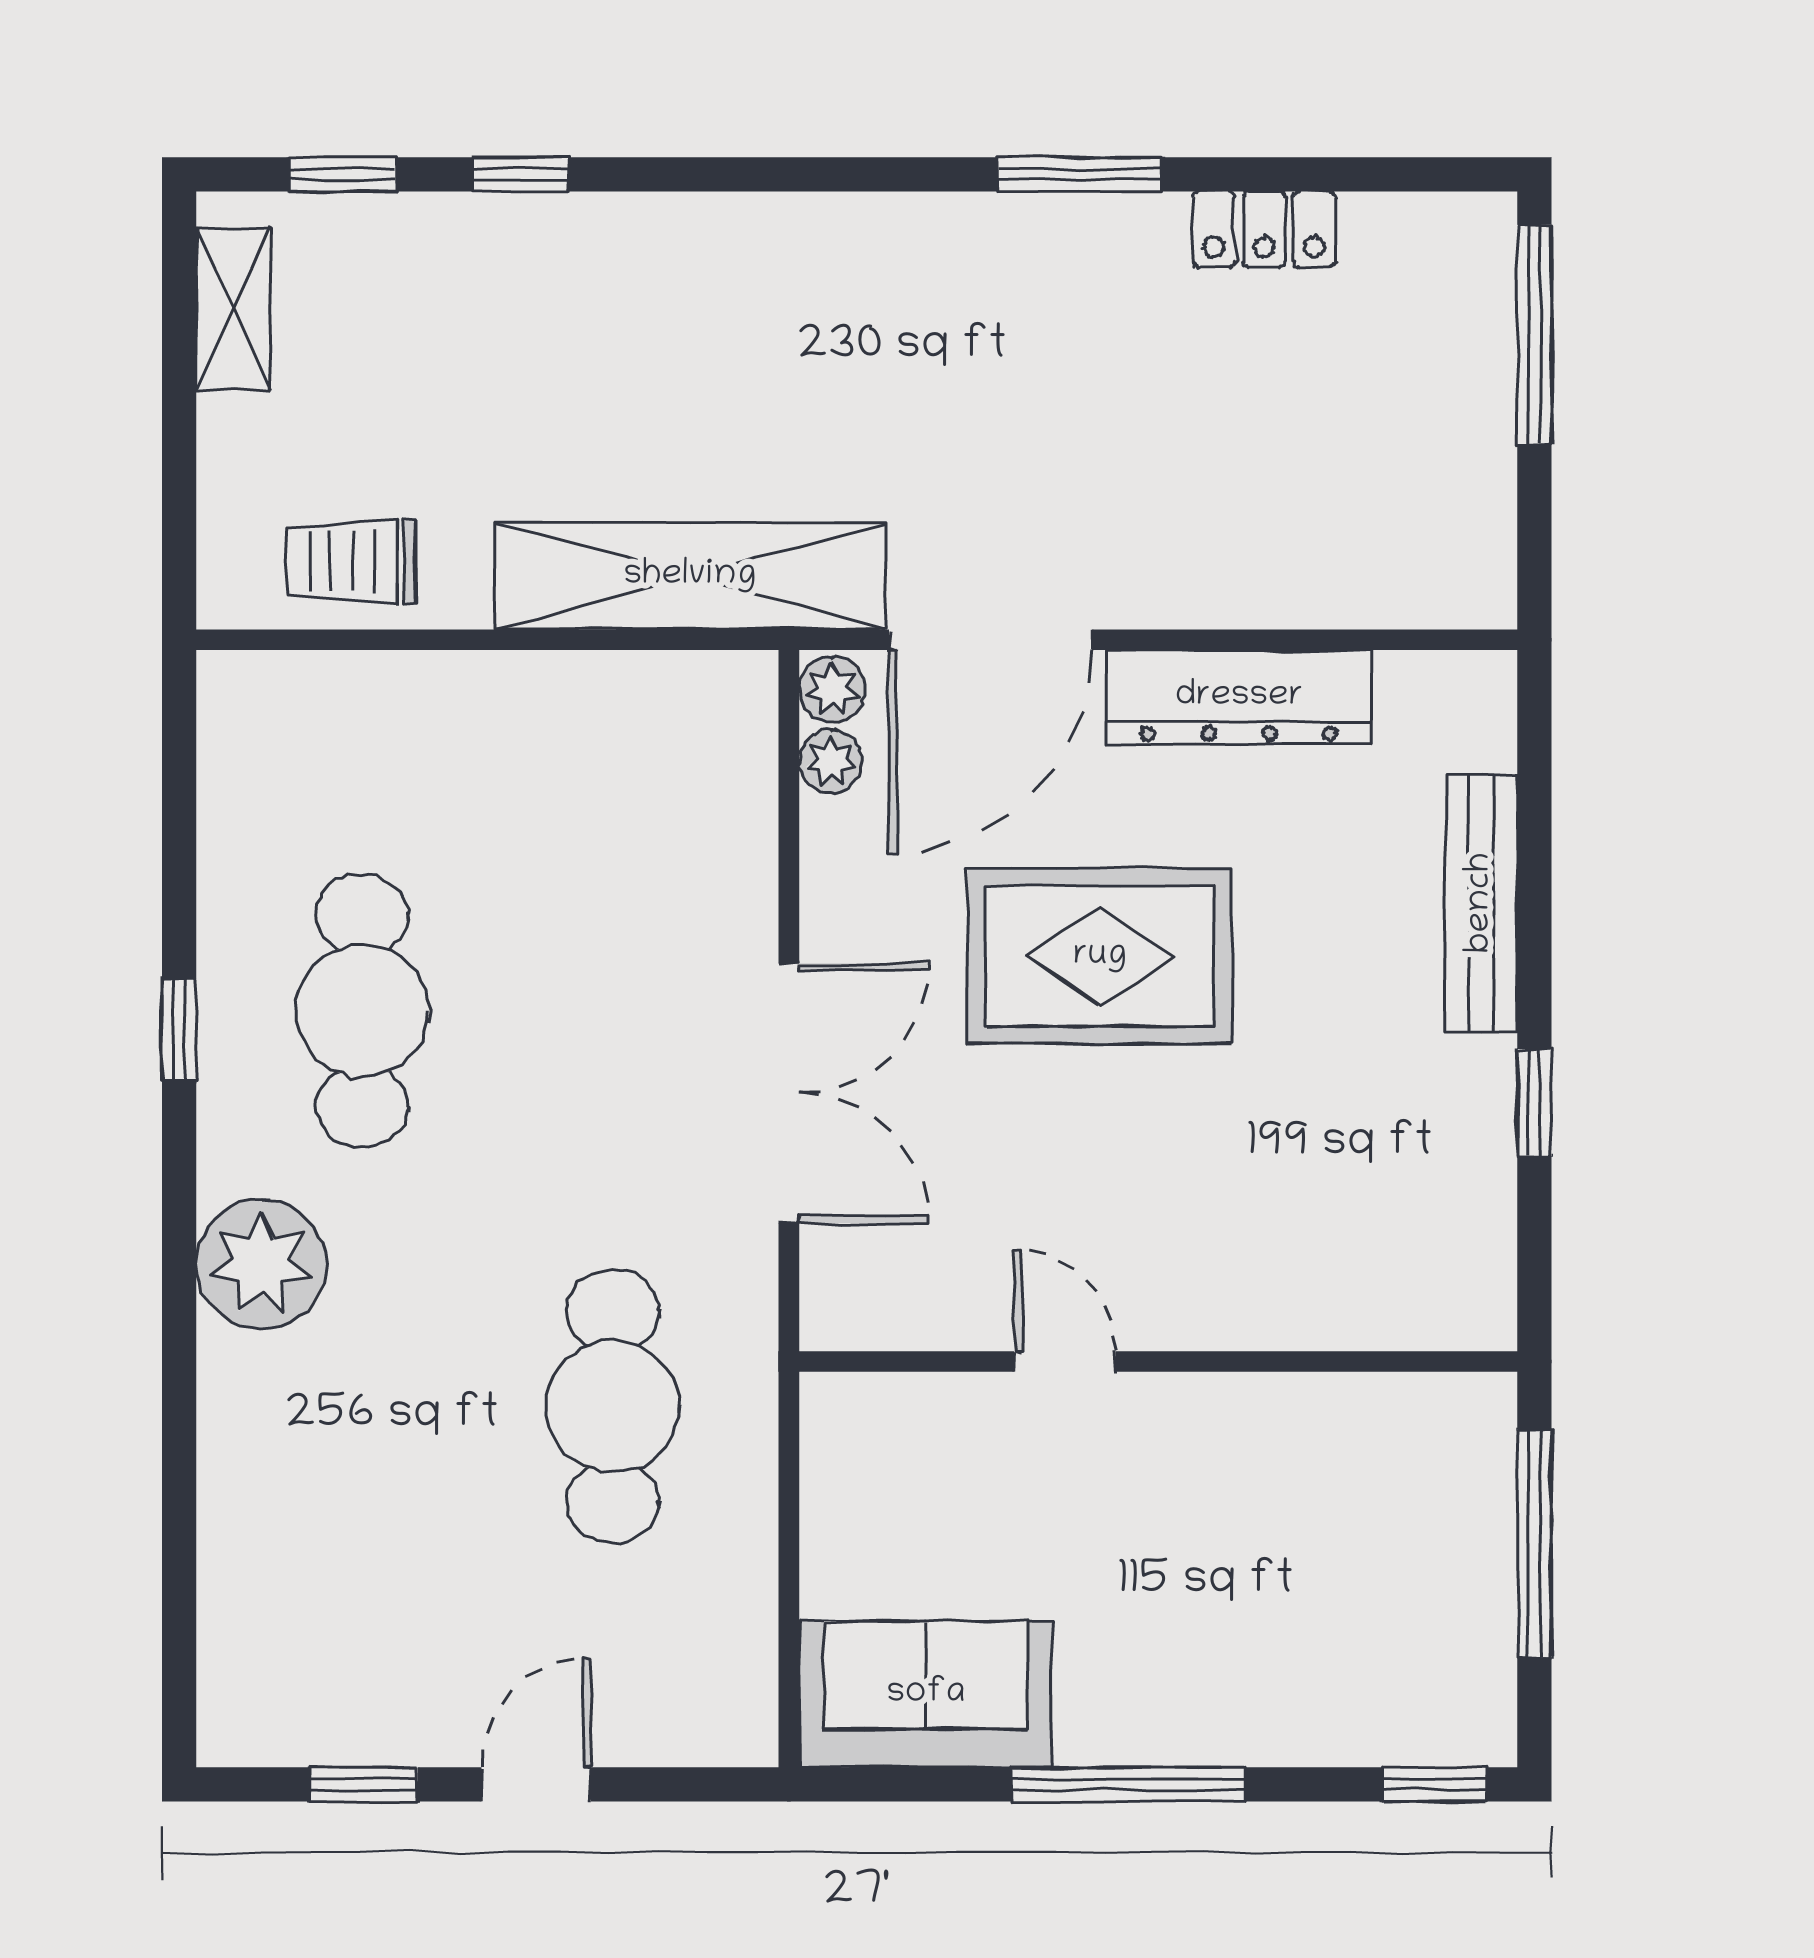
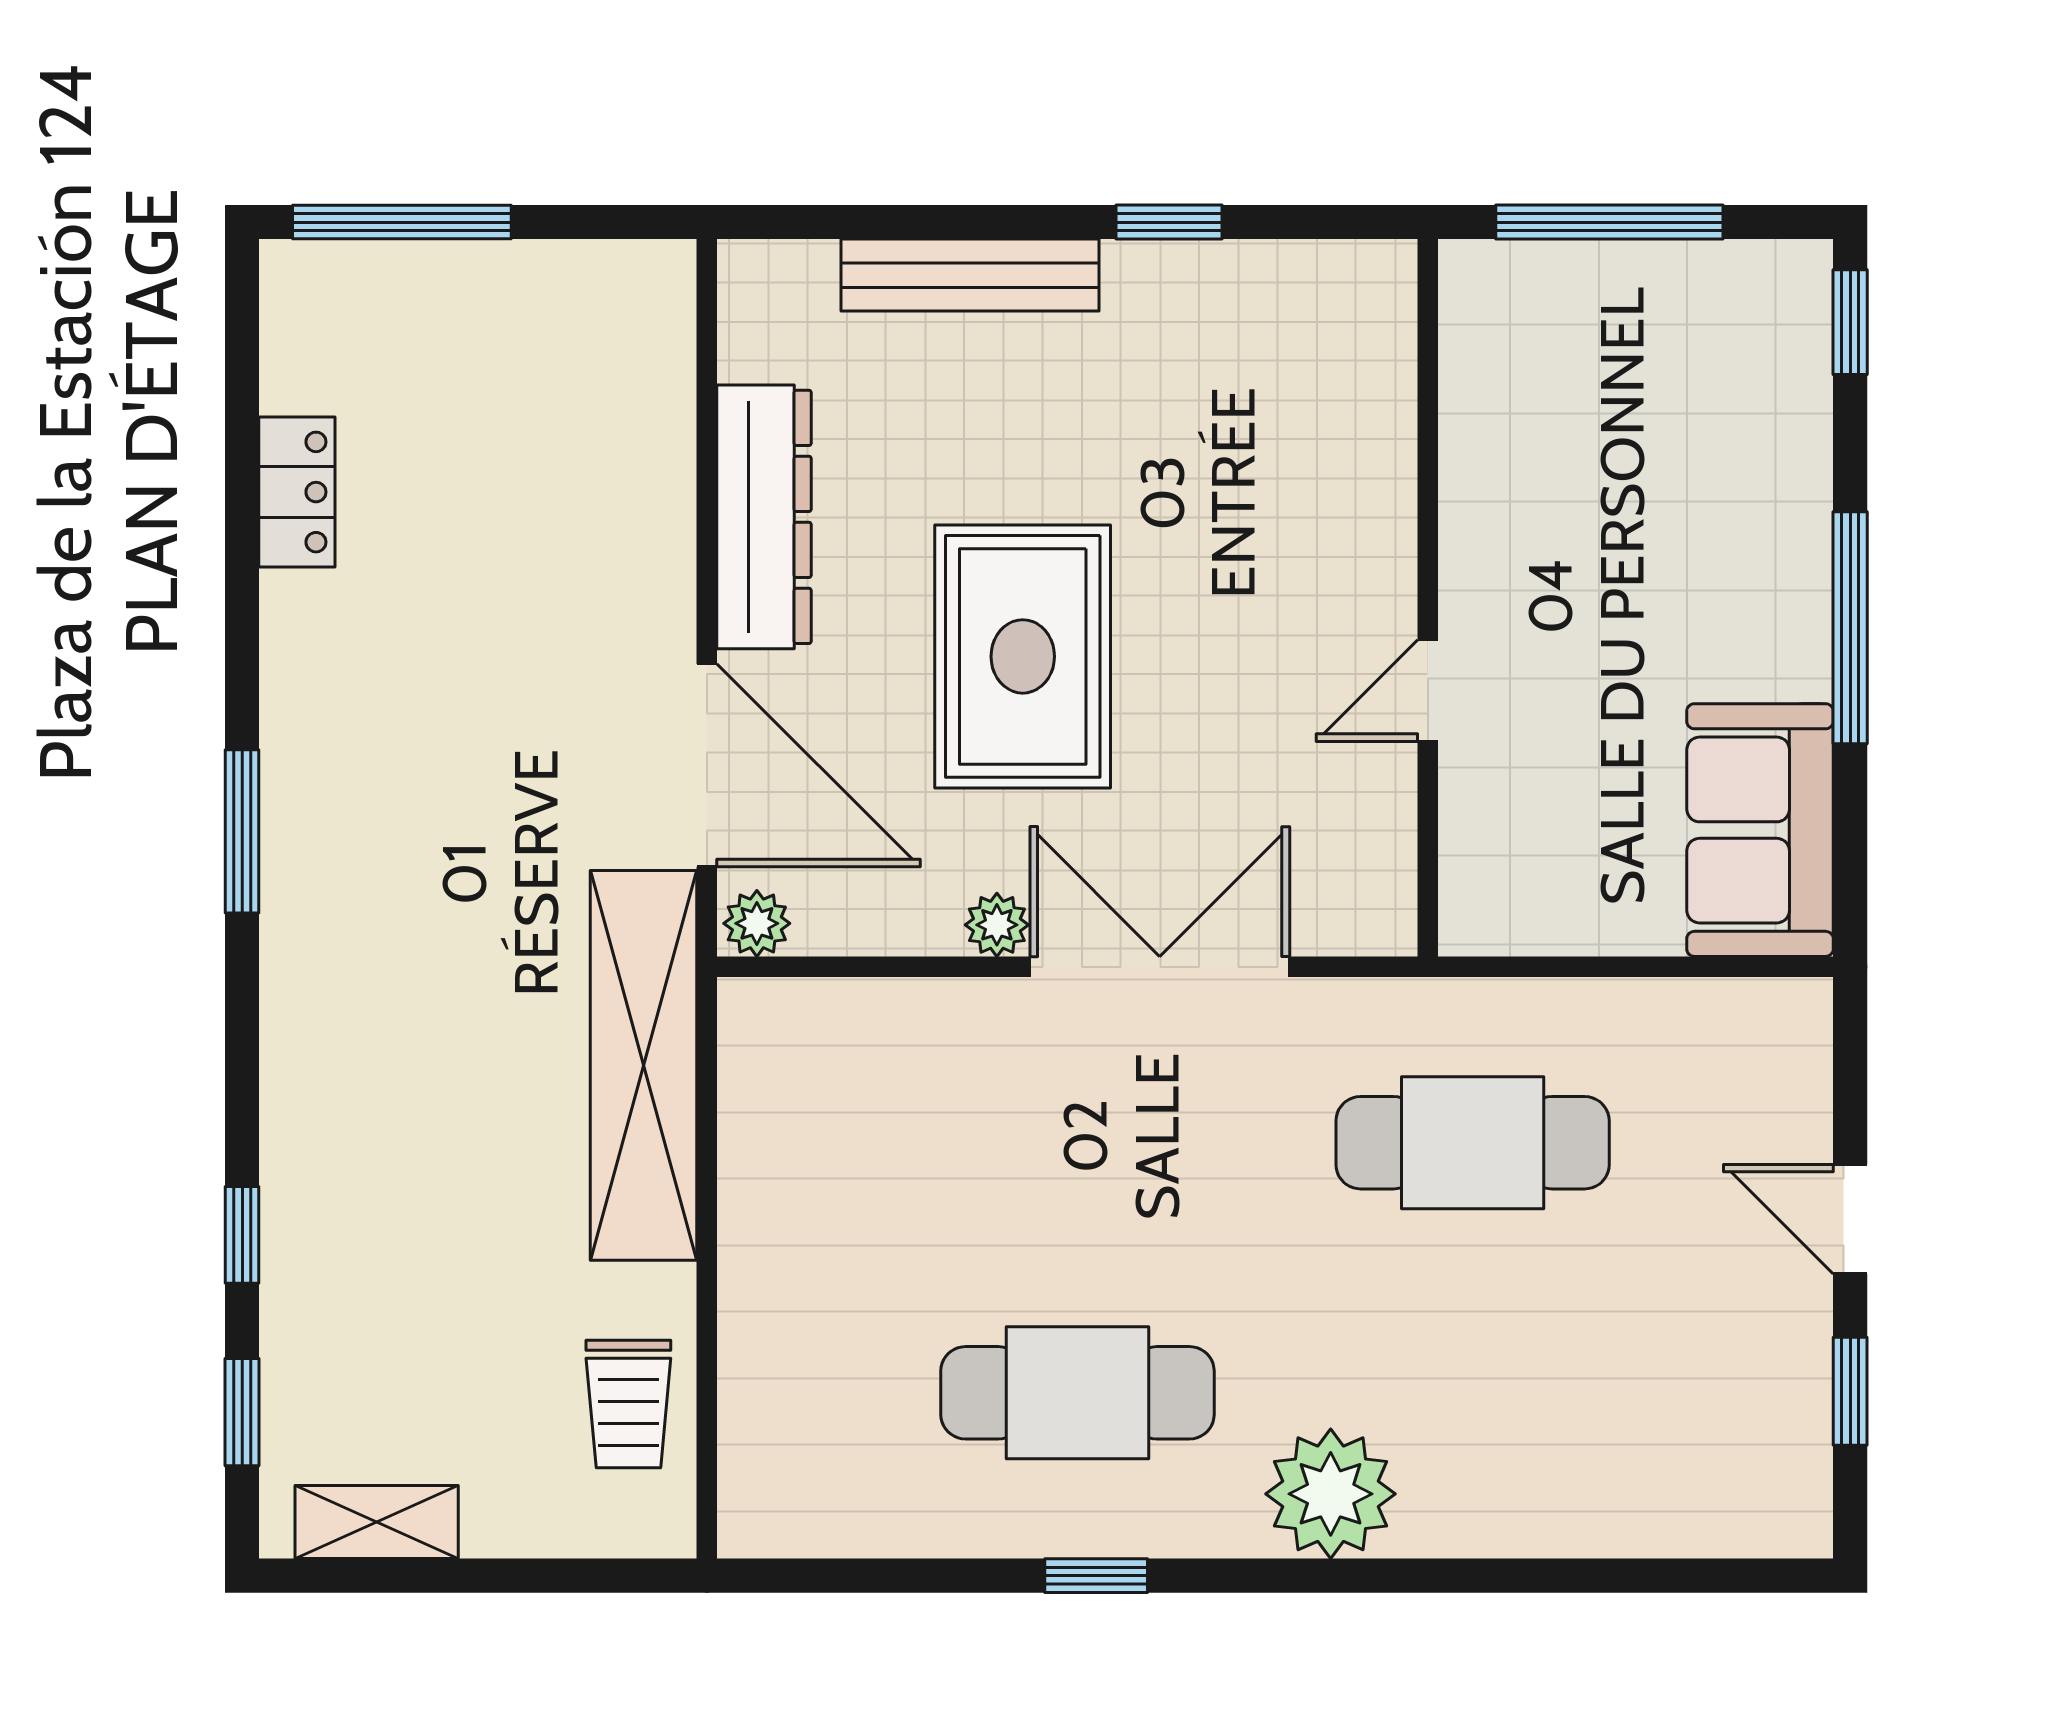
window: (1080, 174) -> (242, 831), moved
plant: (831, 761) -> (997, 925), moved

